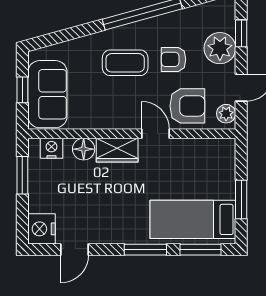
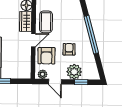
coffee table: (125, 63) -> (46, 22), moved

